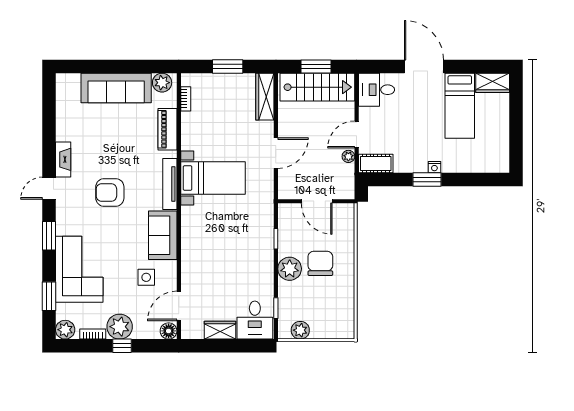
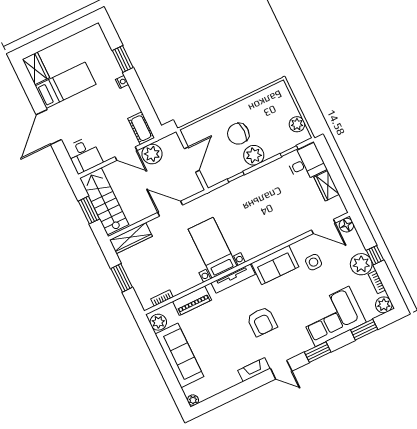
plant: (62, 79) -> (193, 400), added
plant: (348, 156) -> (152, 154), width x1.87, depth x1.87
window: (427, 179) -> (123, 59), moved

